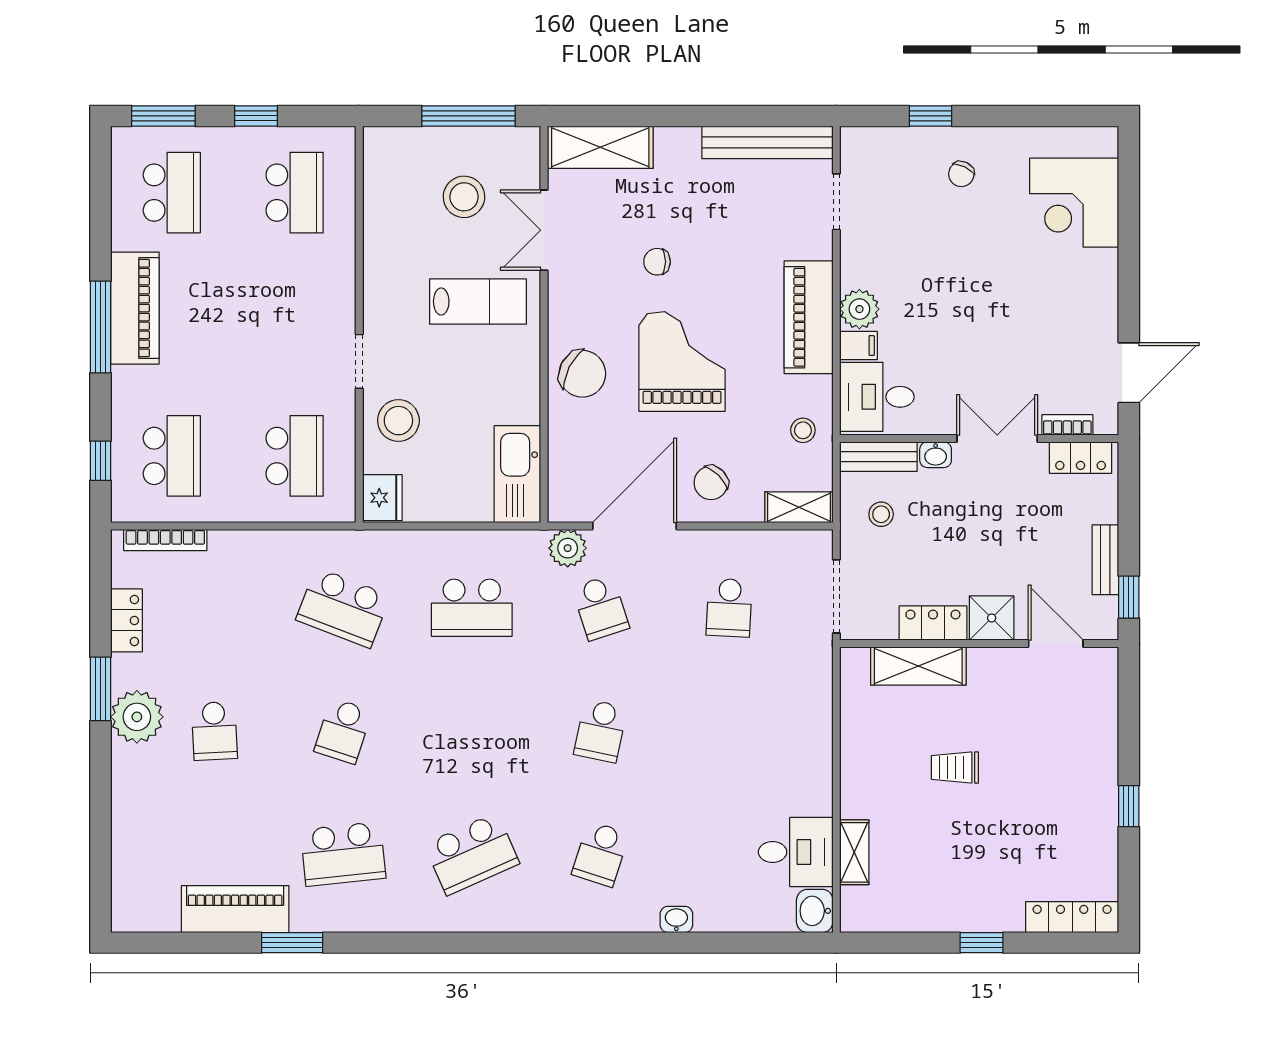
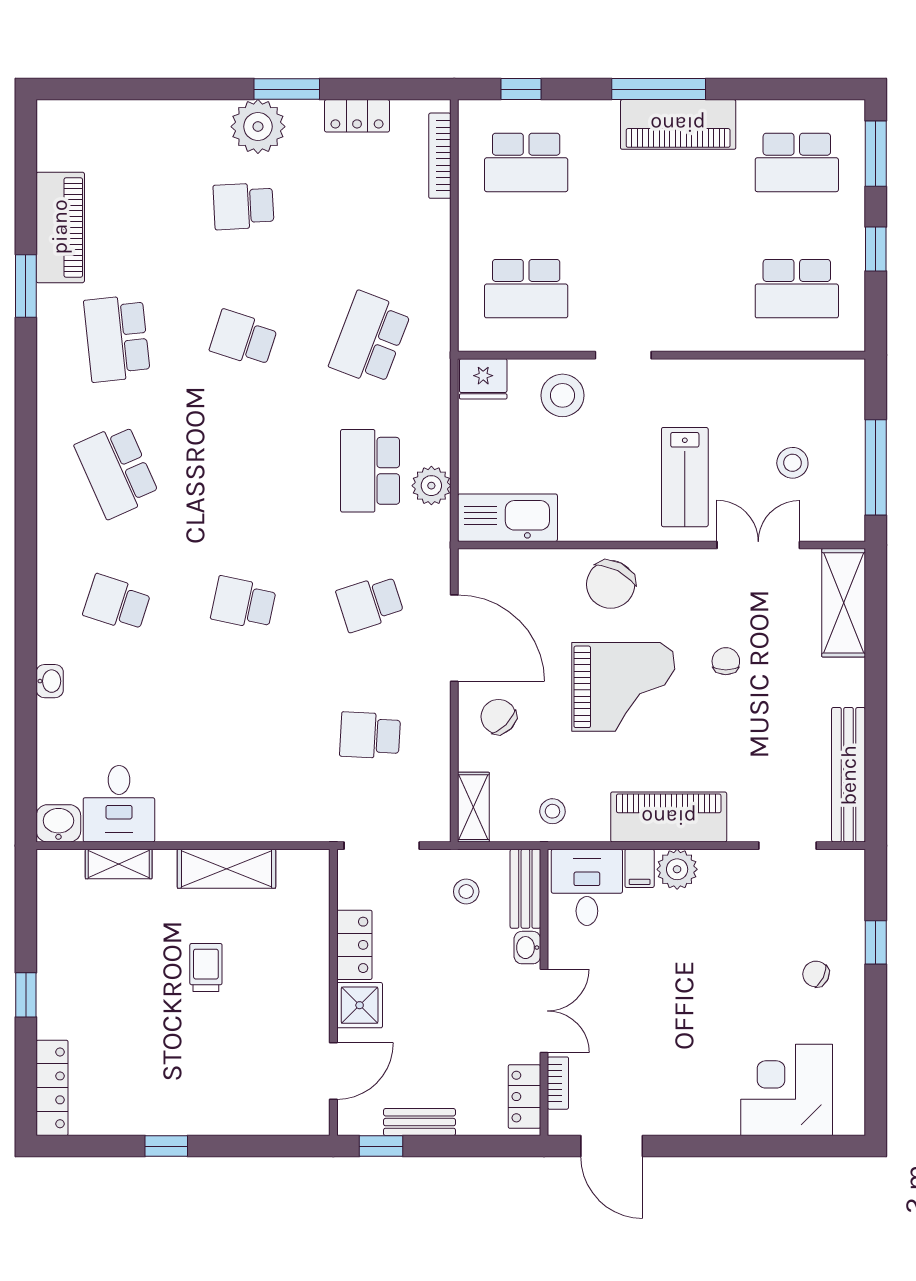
stool: (464, 197) -> (792, 463), width x0.73, depth x0.73
plant: (568, 548) -> (431, 486), moved
shelving: (918, 666) -> (226, 869), moved, turned 90

